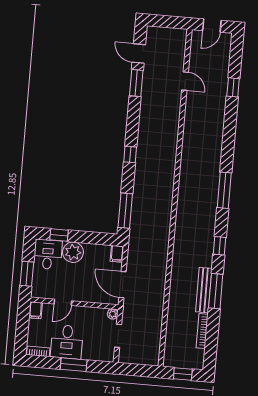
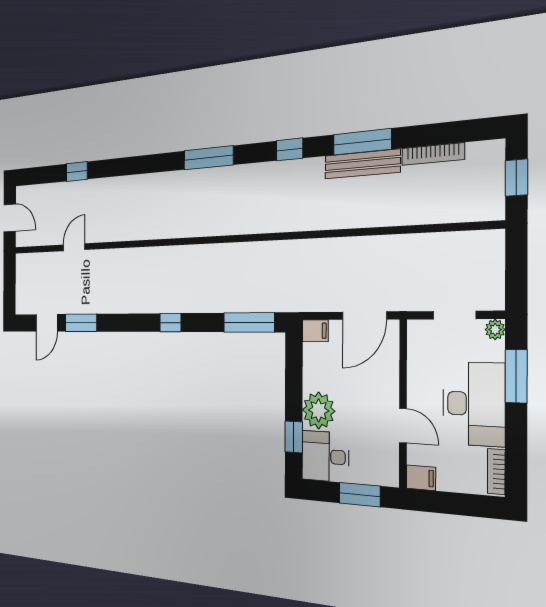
plant: (113, 314) -> (495, 329), moved
desk: (67, 342) -> (474, 404), width x1.37
window: (74, 365) -> (516, 376), moved

